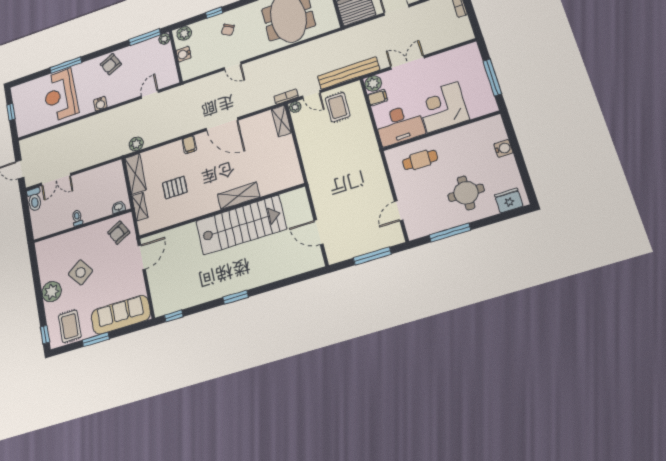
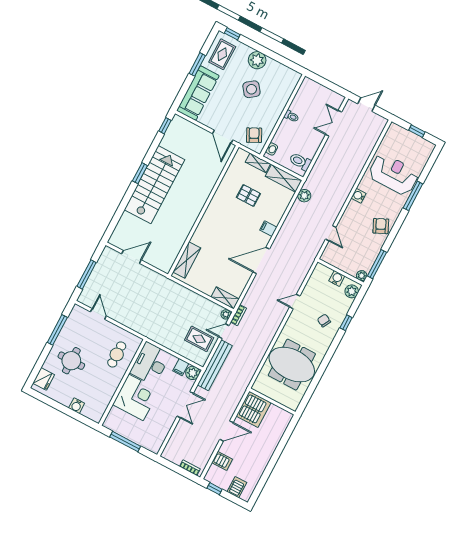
pallet: (175, 188) -> (248, 195), turned 90
shelving: (239, 196) -> (187, 260), moved
toilet: (34, 199) -> (300, 162), moved
stairs: (241, 225) -> (154, 185), moved, turned 180
rug: (70, 326) -> (222, 54), turned 90

